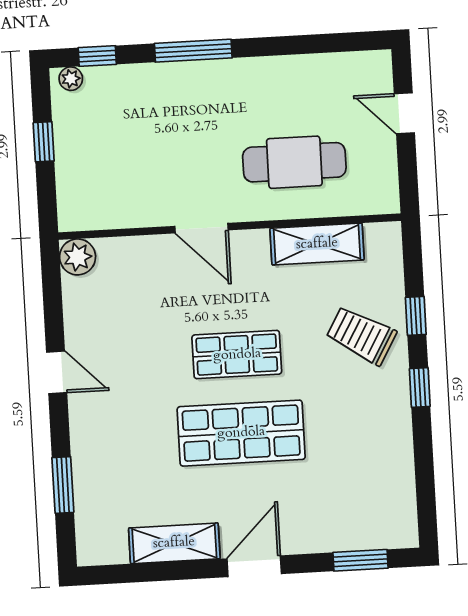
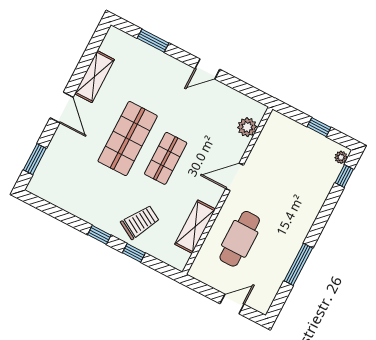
window: (193, 51) -> (298, 264), moved
plant: (78, 257) -> (247, 127), moved

